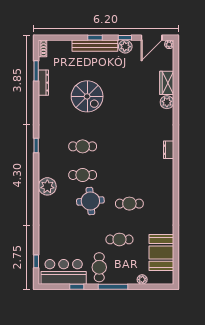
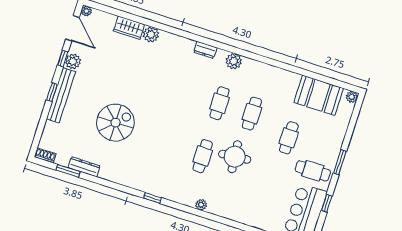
cafe table: (83, 146) -> (220, 103), moved
plant: (167, 176) -> (234, 61), added
plant: (47, 186) -> (201, 205), width x0.53, depth x0.53
plant: (142, 280) -> (352, 97), moved
window: (113, 287) -> (340, 162), width x0.69

